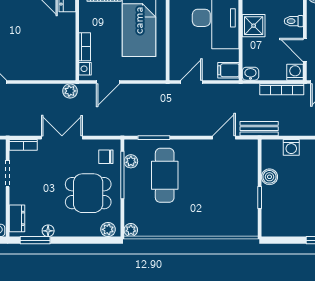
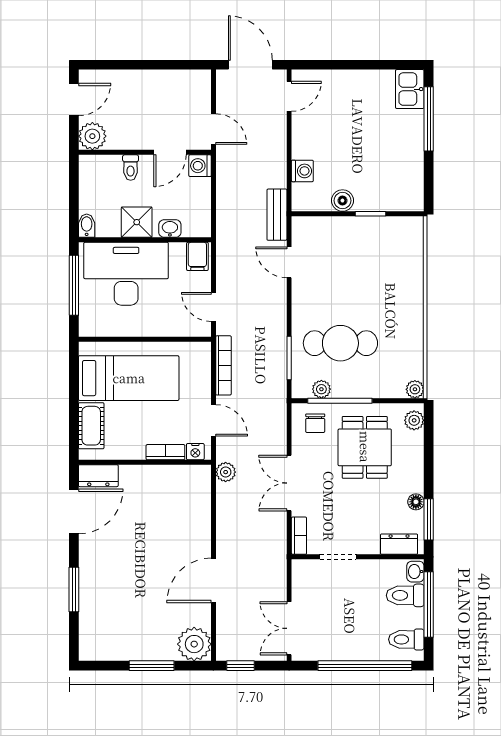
washbasin: (250, 74) -> (170, 229), moved, turned 90
bookcase: (282, 89) -> (223, 365), moved

